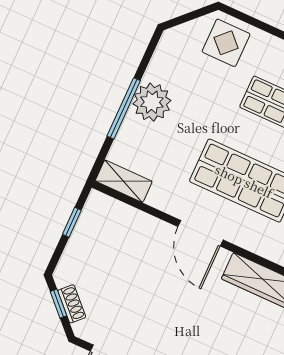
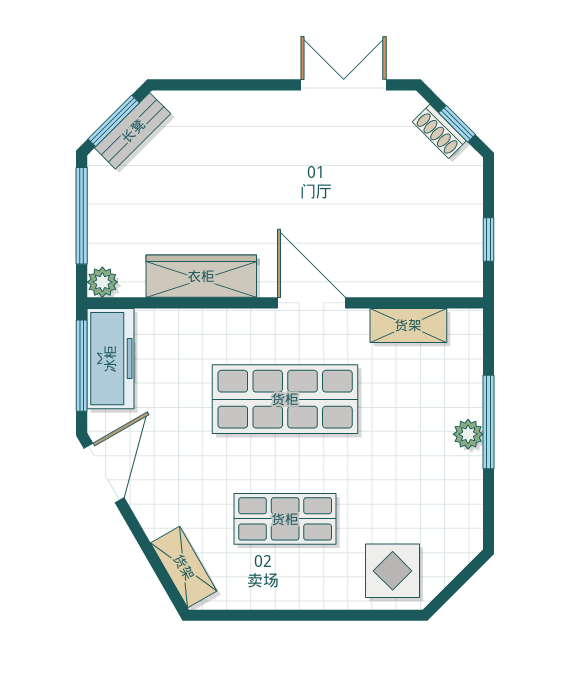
plant: (152, 102) -> (468, 434), width x0.53, depth x0.53
shelving: (124, 181) -> (408, 325), moved

